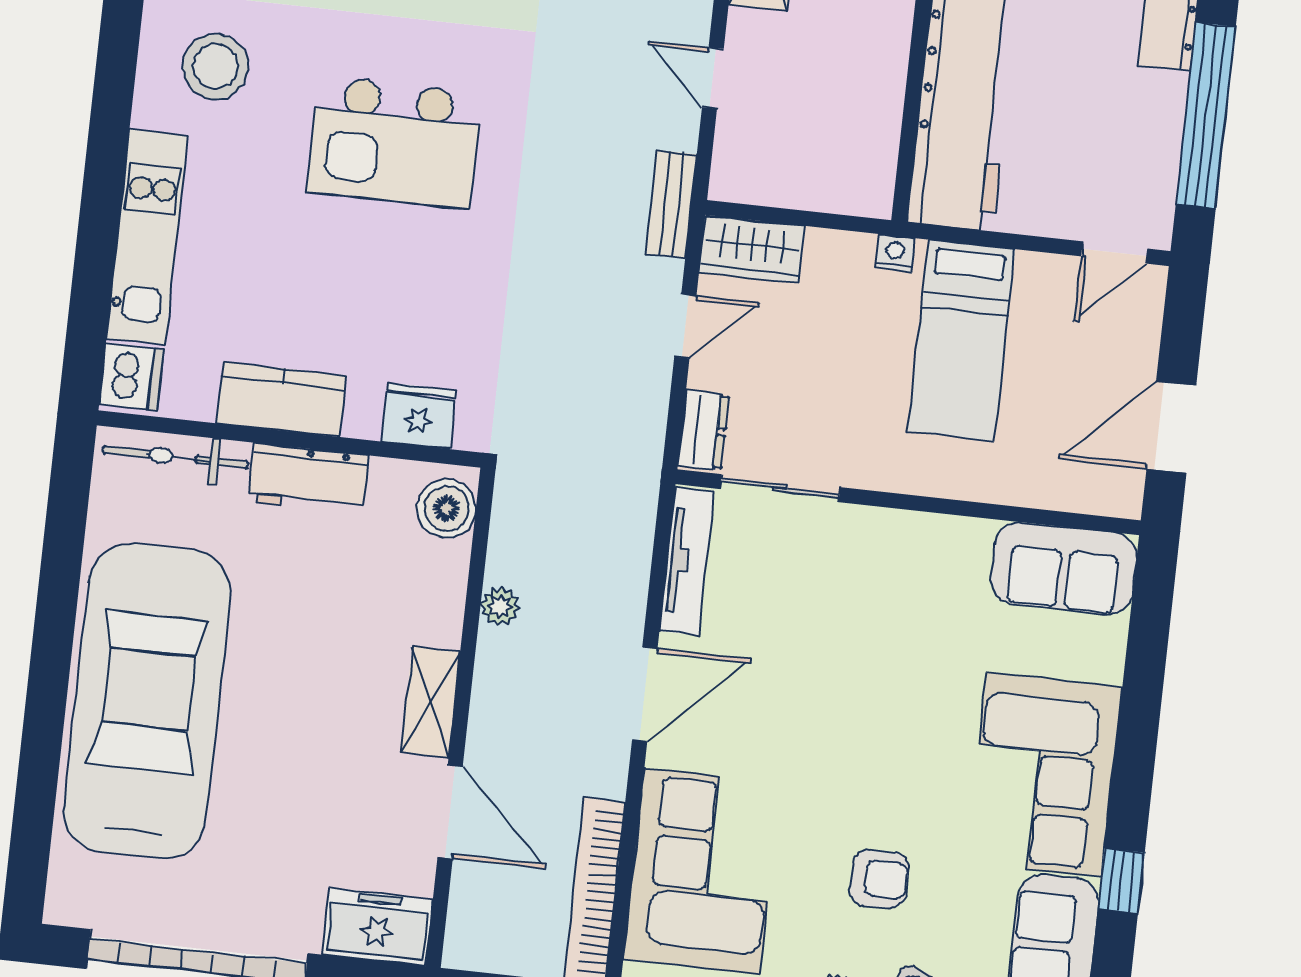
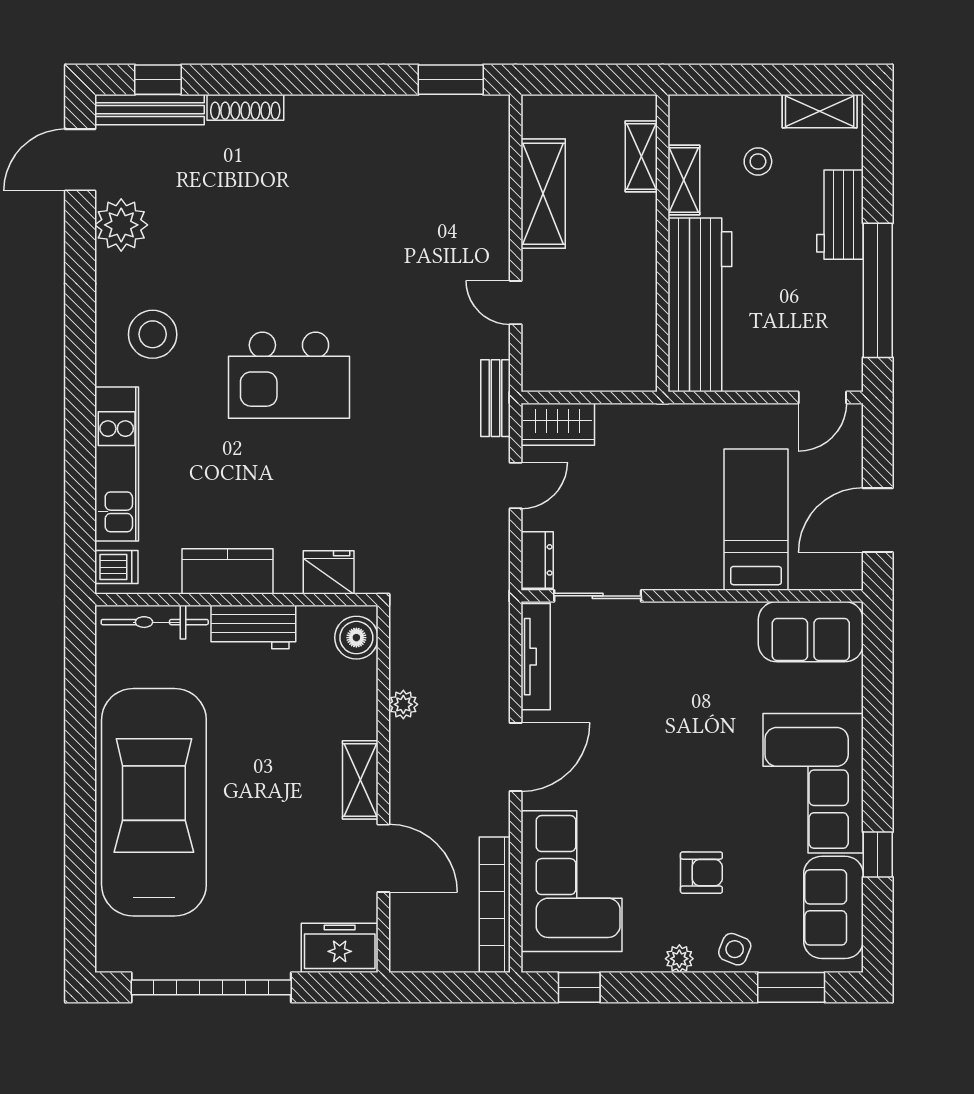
nightstand: (895, 253) -> (662, 416), removed
bed: (961, 340) -> (756, 520), moved, turned 180
dishwasher: (131, 377) -> (116, 567), width x0.73

